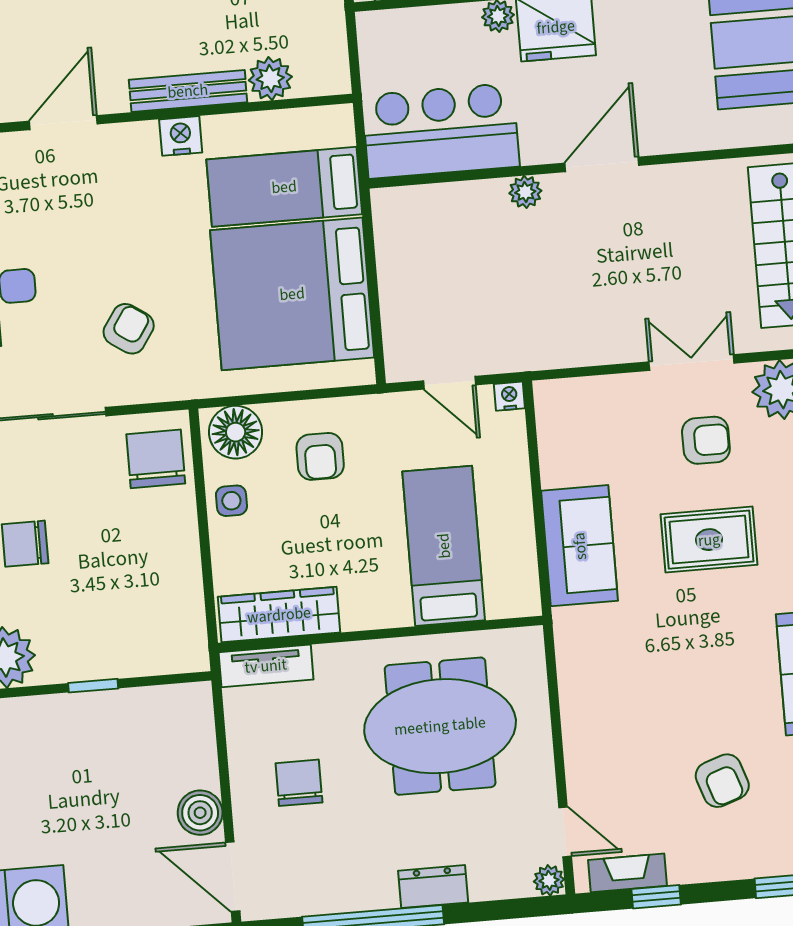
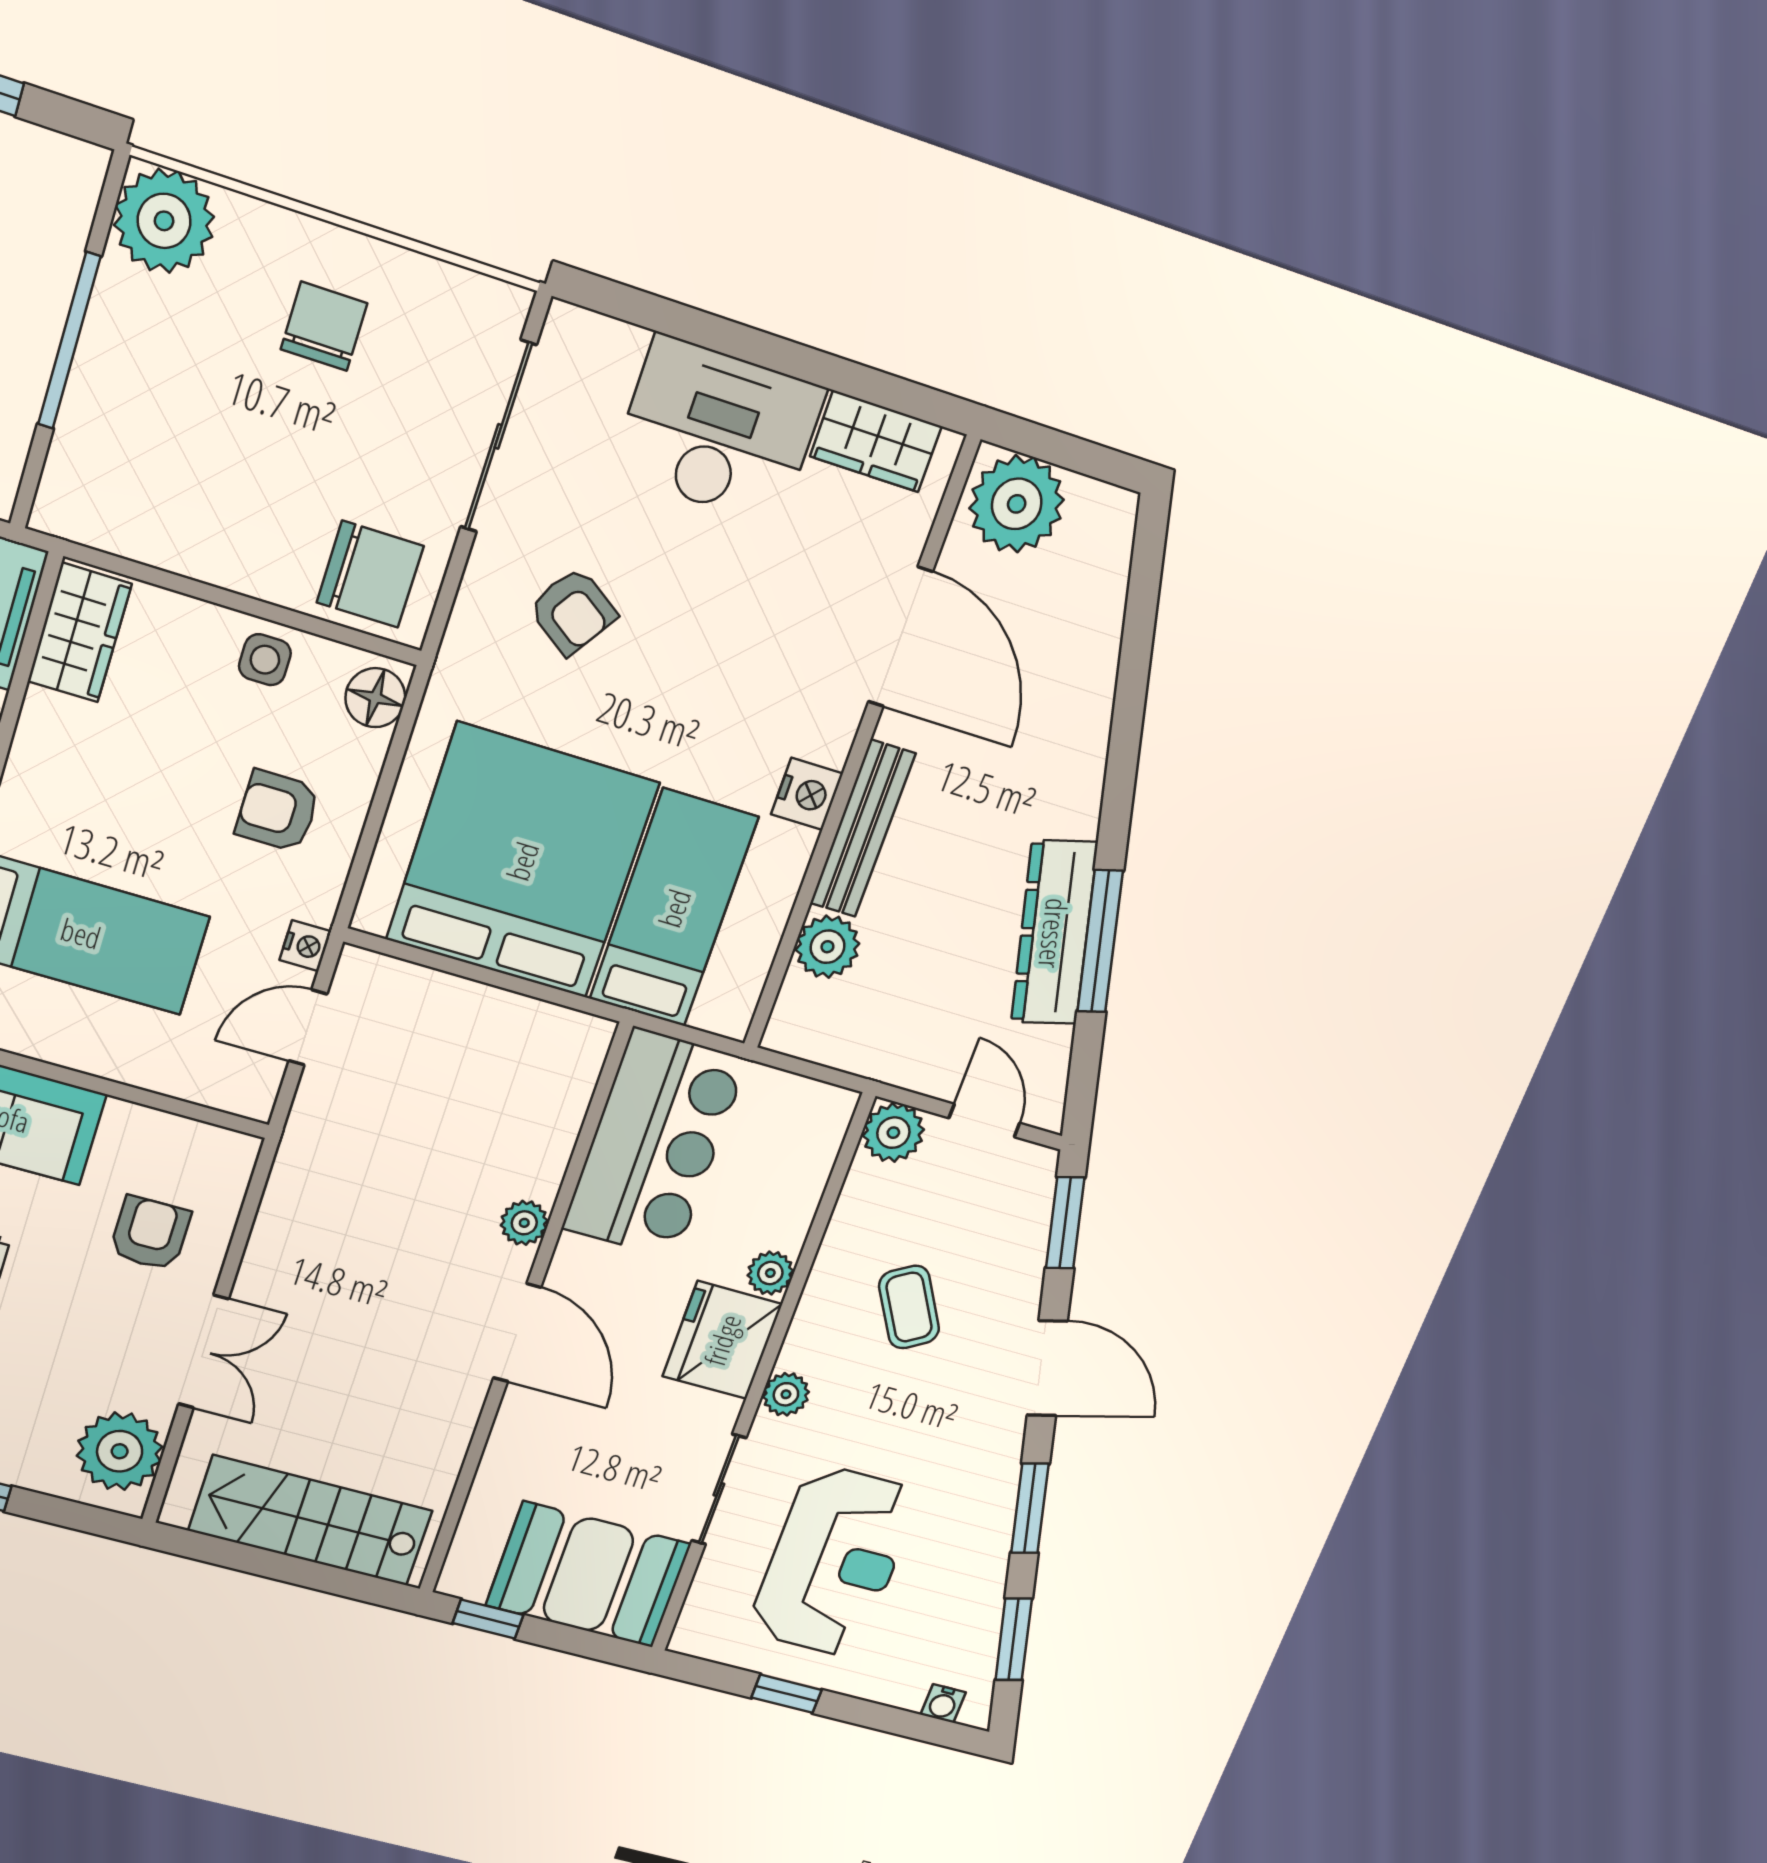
door: (63, 123) -> (900, 637), width x1.36
nightstand: (509, 396) -> (305, 946), moved
floor lamp: (236, 432) -> (375, 698), width x0.73, depth x0.73
armchair: (706, 440) -> (150, 1233), moved, turned 180
wardrobe: (279, 615) -> (80, 633), width x0.67
window: (93, 686) -> (69, 341), width x2.17

